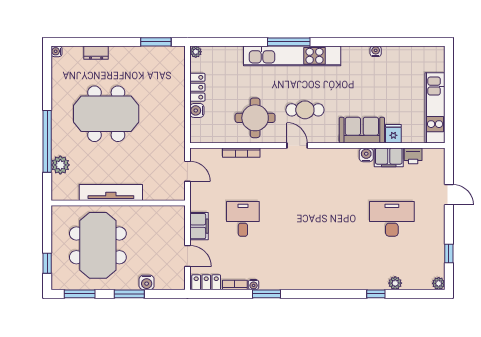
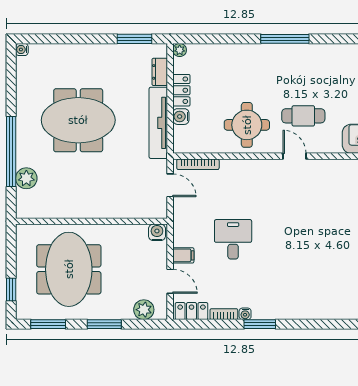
dresser: (96, 53) -> (160, 72), moved, turned 90
kitchen unit: (292, 56) -> (289, 55), removed
bookcase: (241, 153) -> (198, 164), moved
tv unit: (111, 192) -> (158, 123), moved, turned -90
filing cabinet: (199, 226) -> (183, 255), width x0.50
plant: (164, 281) -> (144, 310), added
water cooler: (147, 282) -> (157, 232), moved, turned 180

